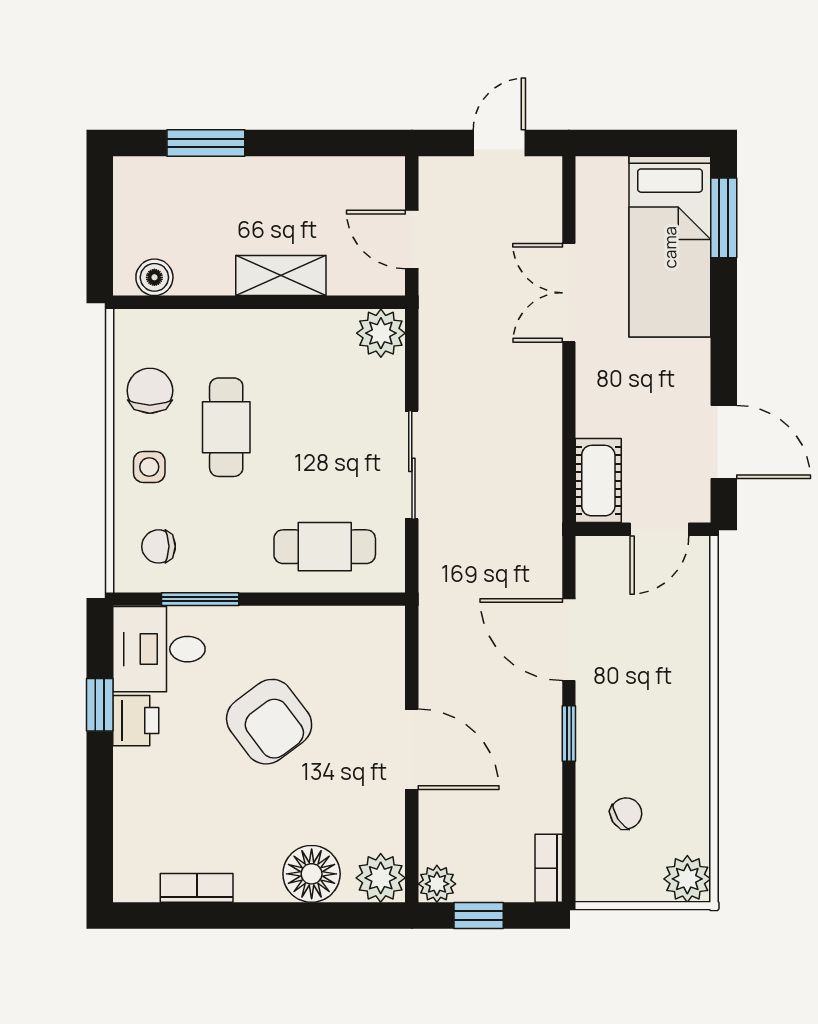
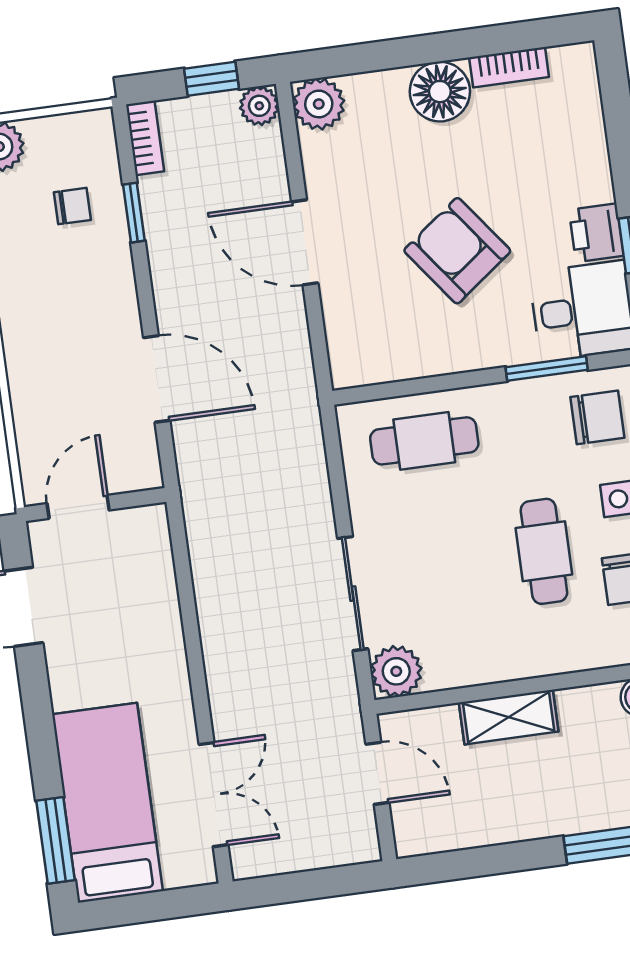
door: (499, 143) -> (300, 886), removed
double door: (569, 293) -> (214, 795), moved
sliding door: (412, 465) -> (353, 594), moved
cot: (598, 481) -> (149, 549), removed
chair: (159, 546) -> (597, 417), width x1.37, depth x1.37
window: (569, 734) -> (134, 213), moved
chair: (626, 813) -> (72, 206), turned -147
floor lamp: (312, 874) -> (440, 92), moved

